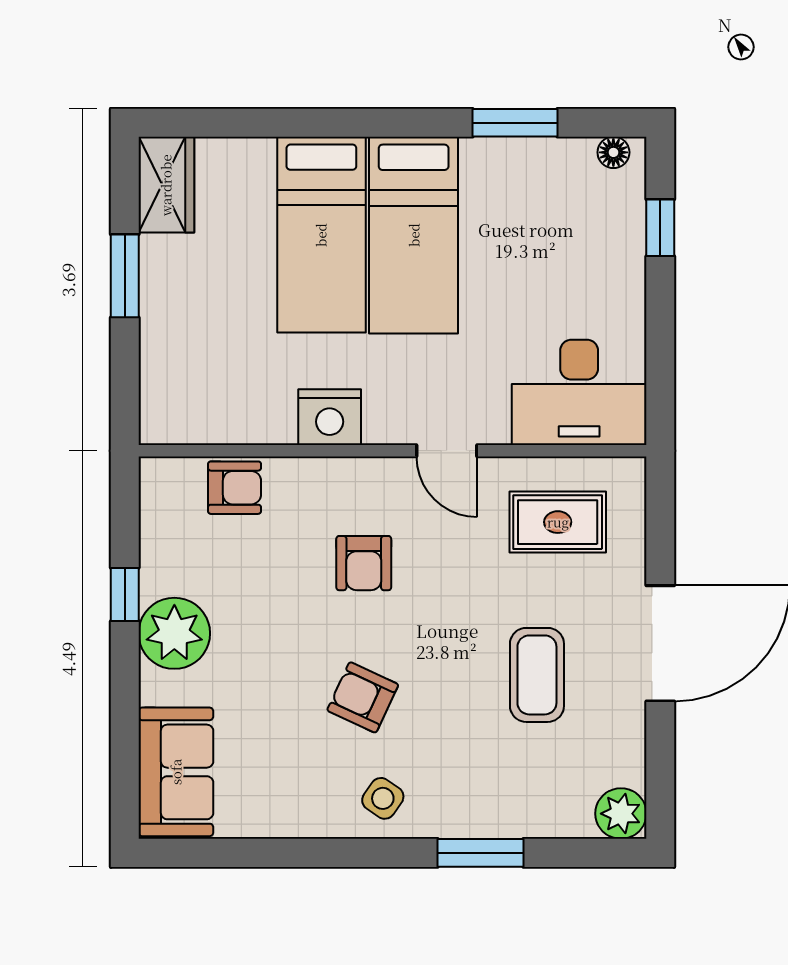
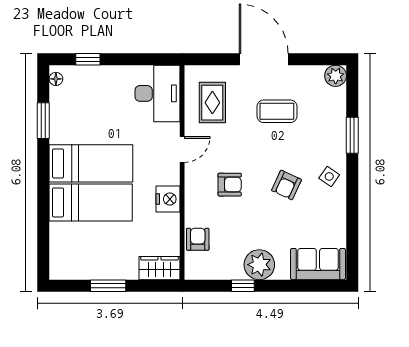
wardrobe: (166, 185) -> (159, 268), moved

